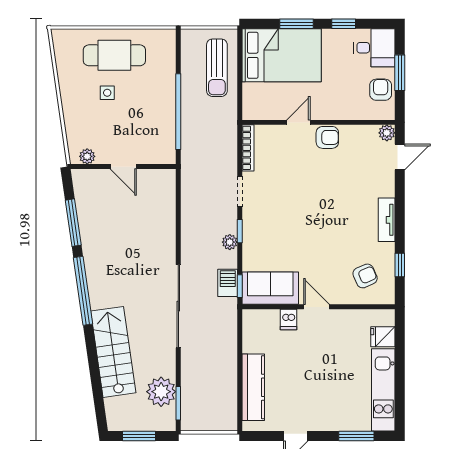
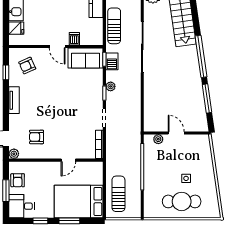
armchair: (327, 137) -> (37, 137), moved
plant: (87, 156) -> (158, 139), moved
sun lounger: (224, 340) -> (114, 26), added

